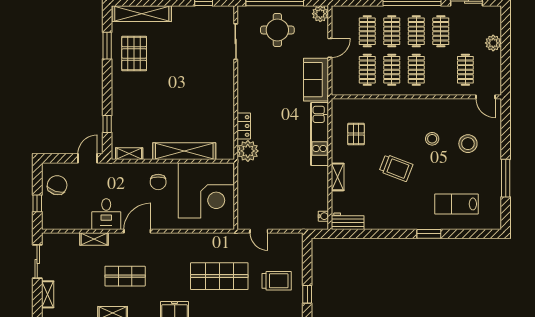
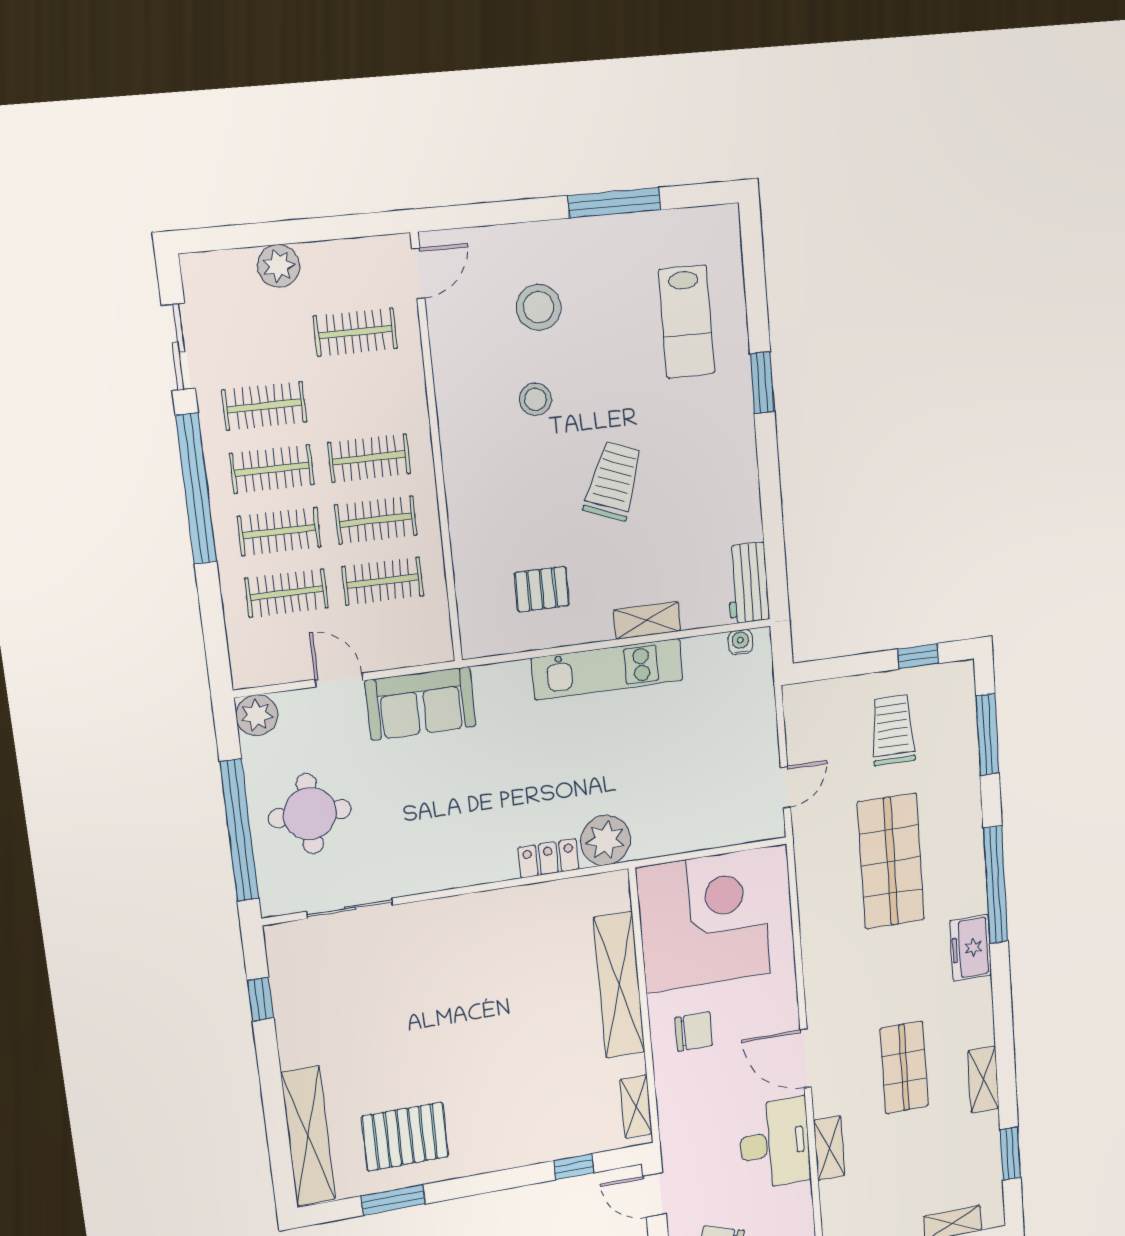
kitchen unit: (320, 134) -> (607, 669), moved
desk: (106, 214) -> (775, 1144), width x1.37

